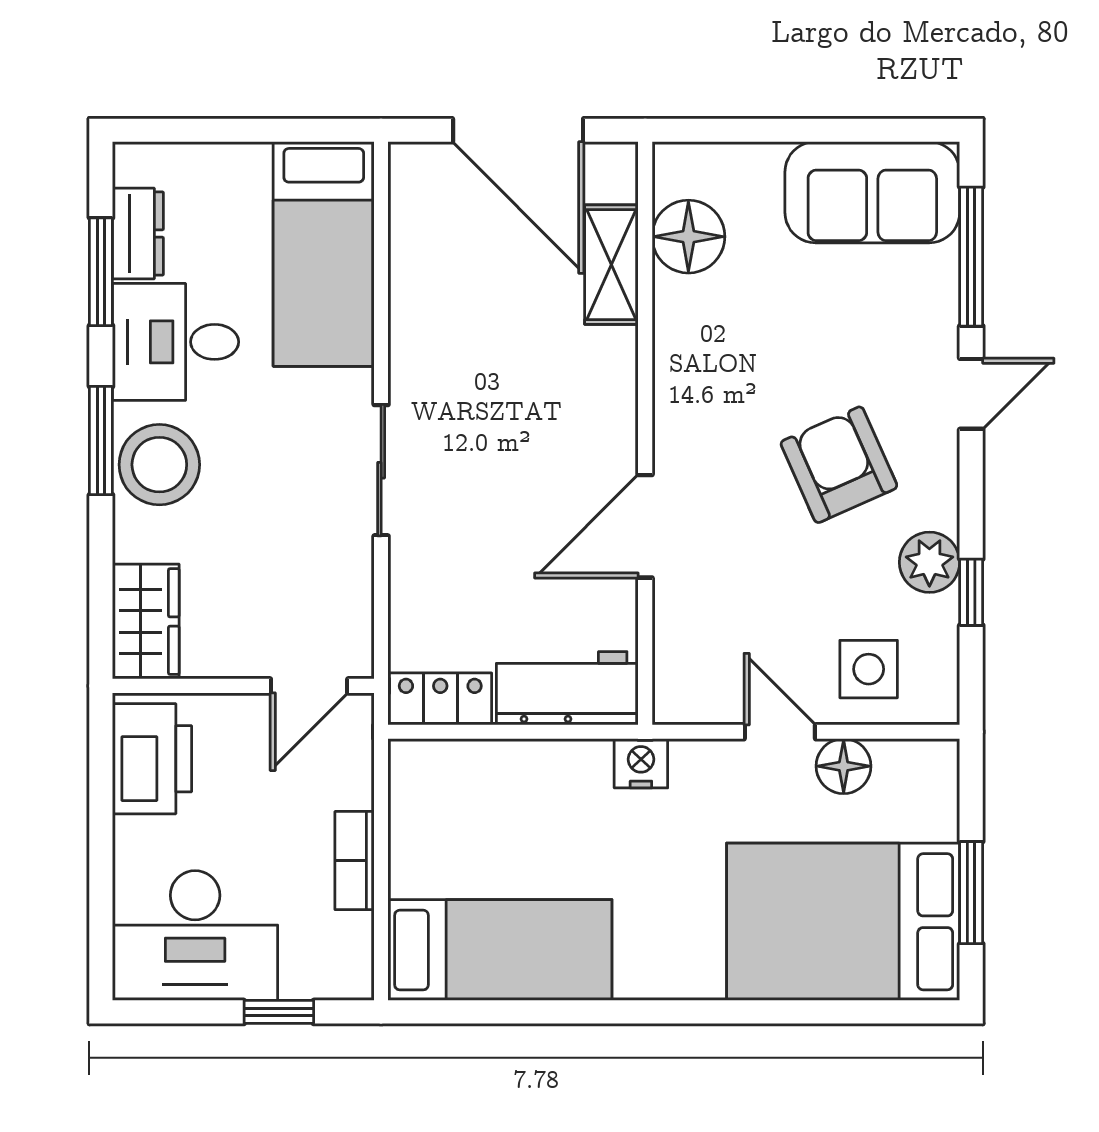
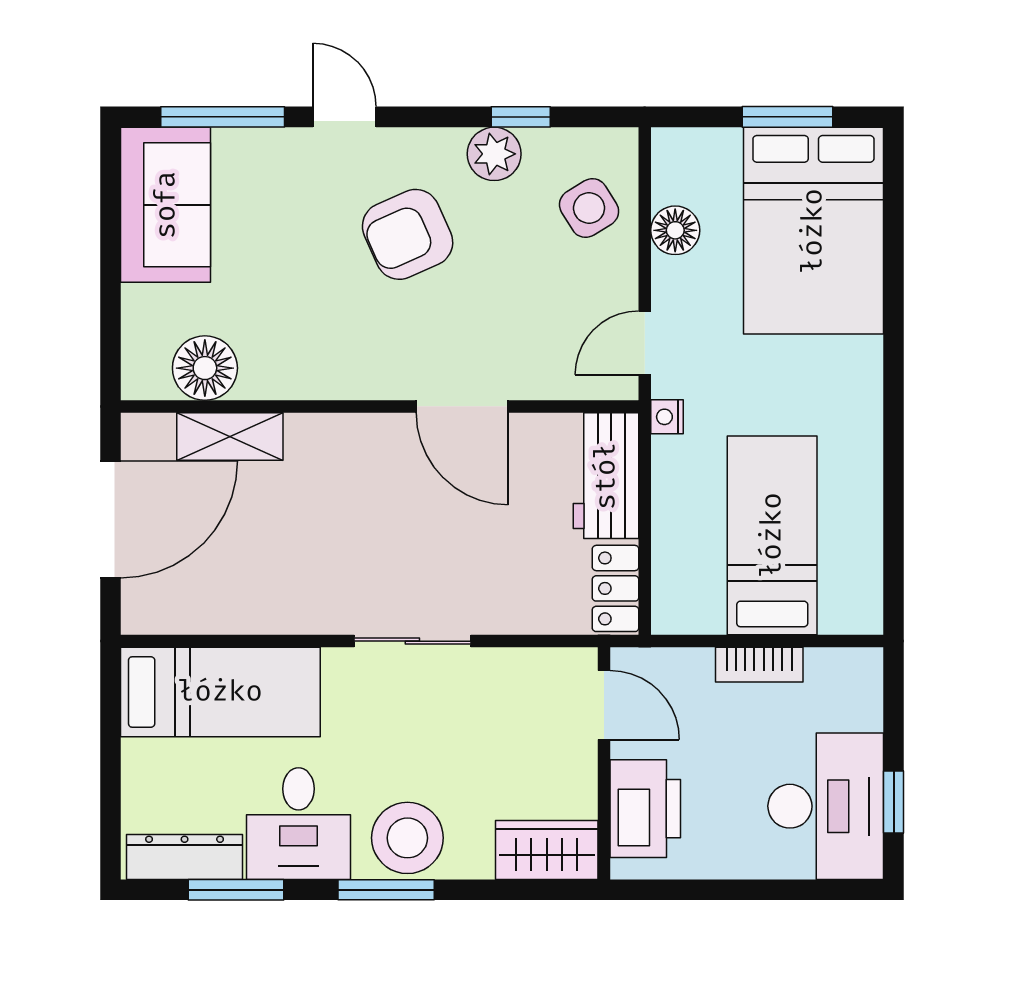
dresser: (138, 233) -> (185, 857), width x1.44
side table: (869, 669) -> (589, 208), turned -32
door: (780, 732) -> (645, 343), moved
printer: (152, 759) -> (645, 809), moved, turned 90
nightstand: (641, 763) -> (667, 417), width x0.72, depth x0.74
bed: (500, 950) -> (772, 535), moved
window: (279, 1012) -> (894, 802), moved

